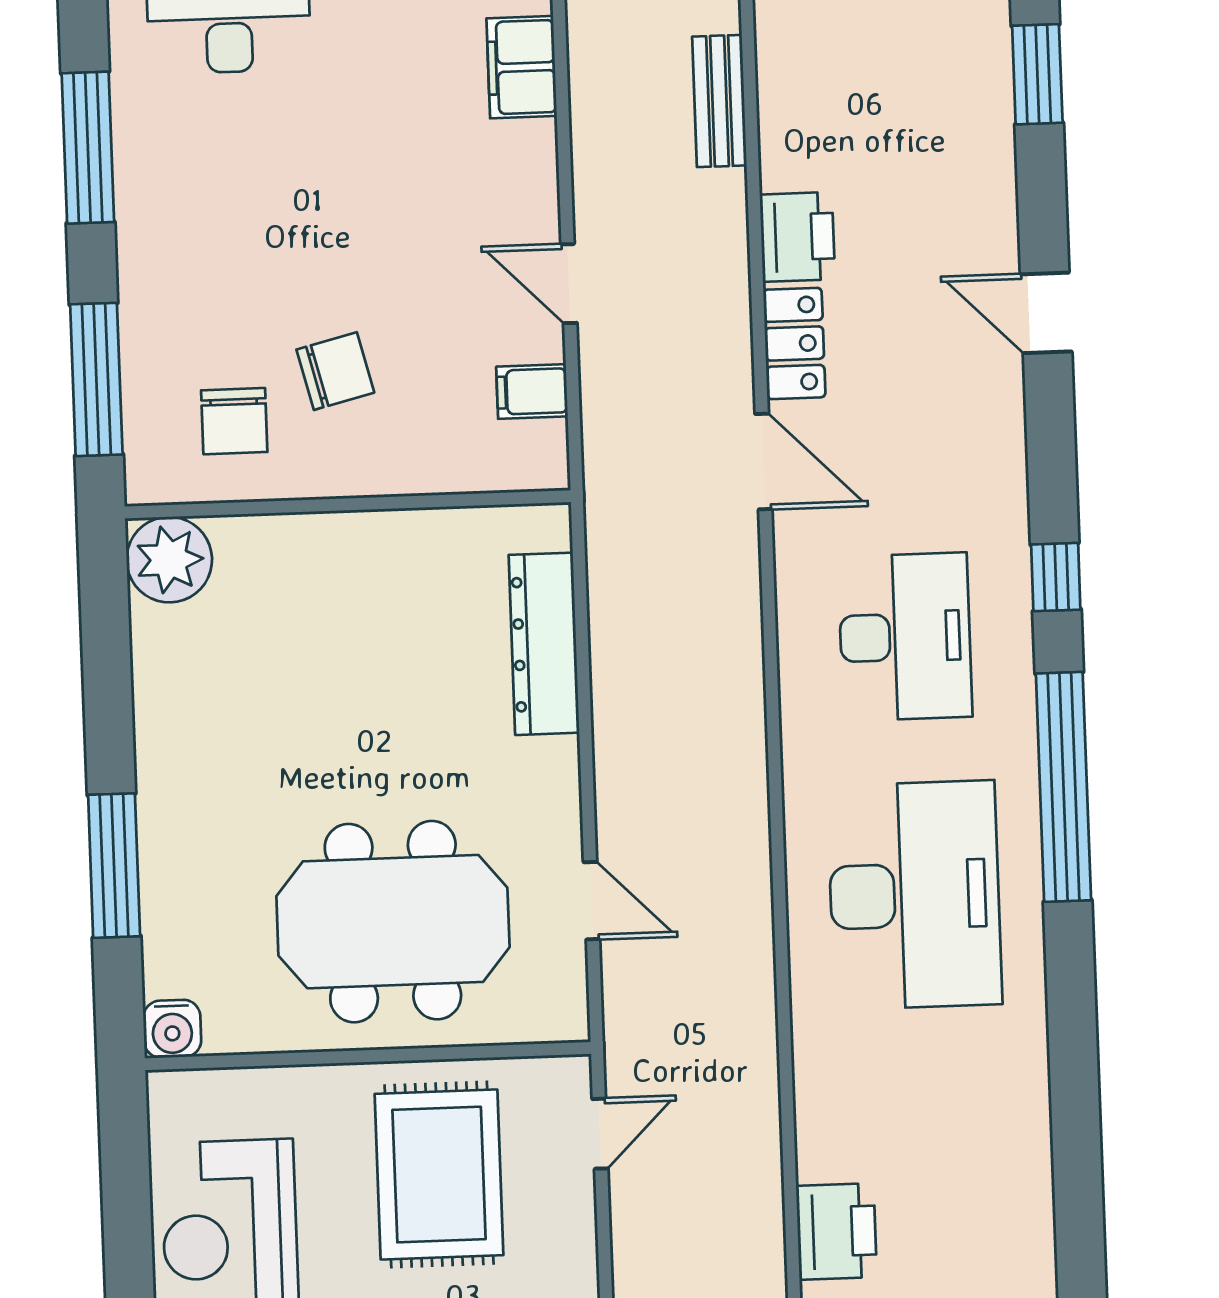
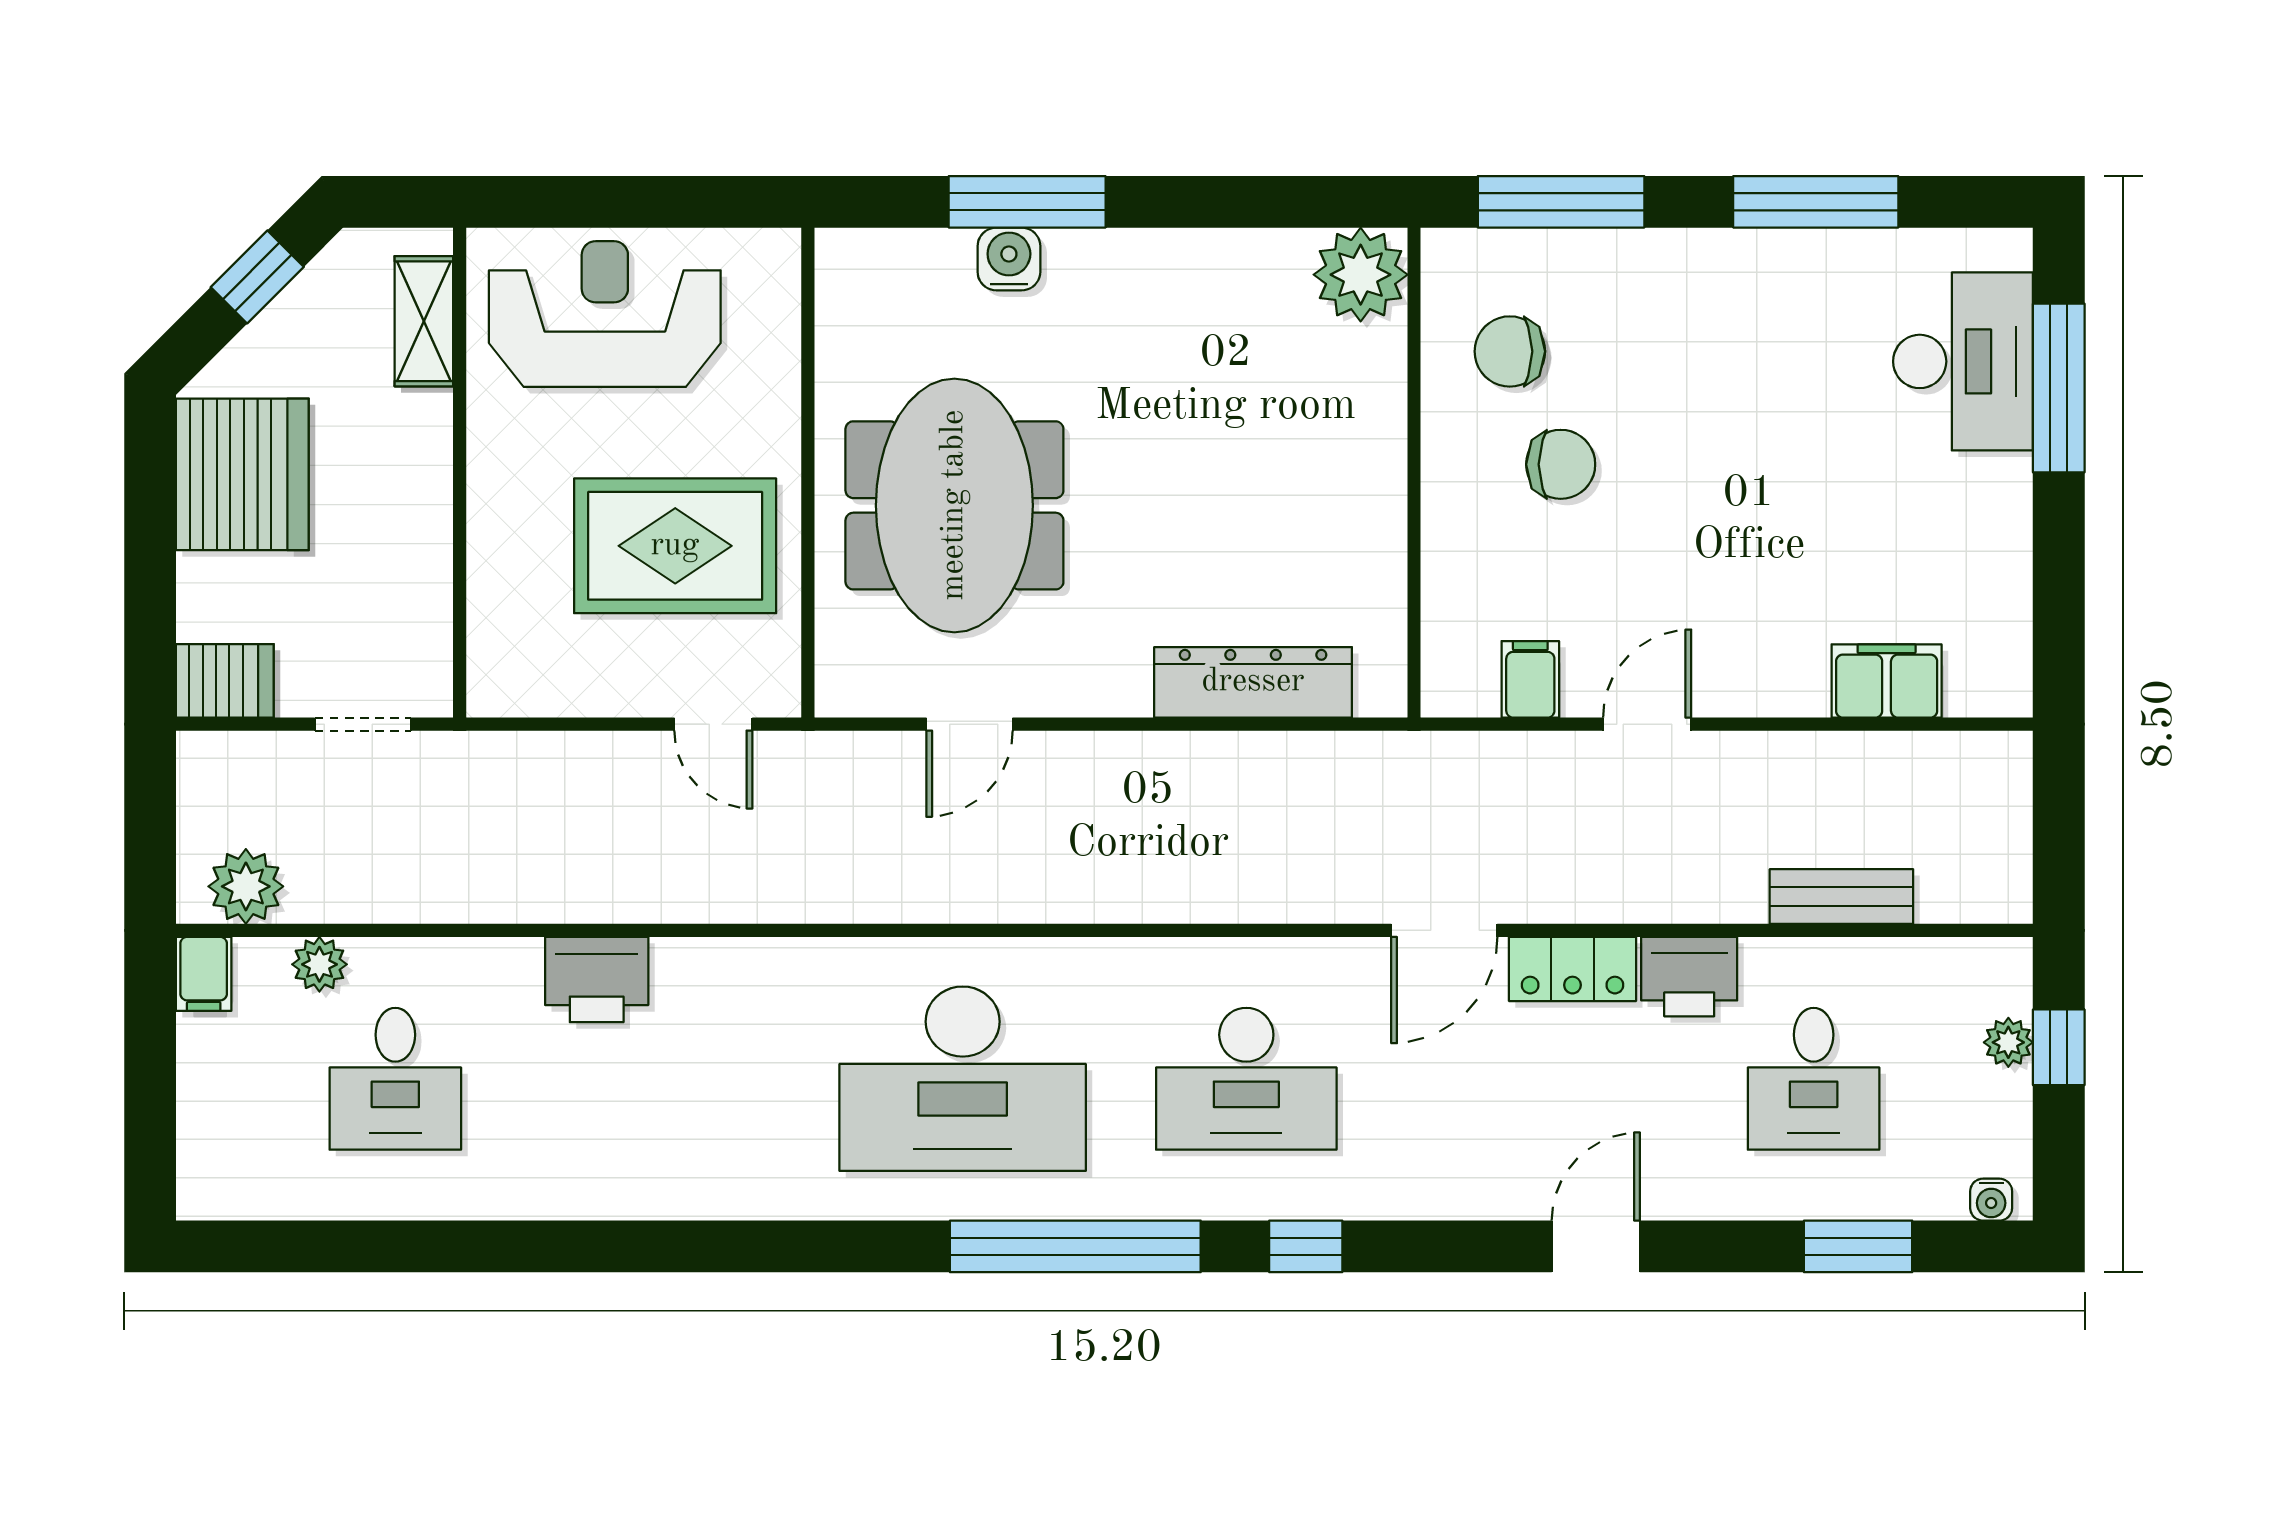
desk: (886, 120) -> (1814, 1079), added
chair: (335, 371) -> (1561, 464), turned -76
water cooler: (172, 1029) -> (1009, 259), moved, turned 90

